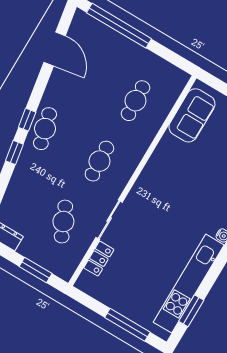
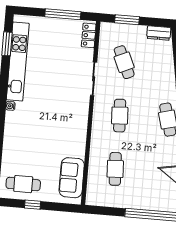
locker: (99, 259) -> (89, 35), moved
window: (127, 325) -> (63, 14), moved

